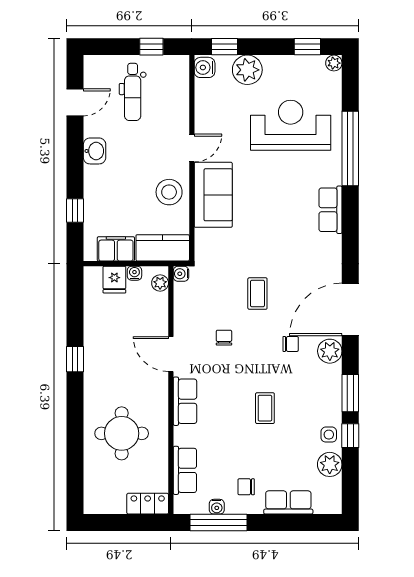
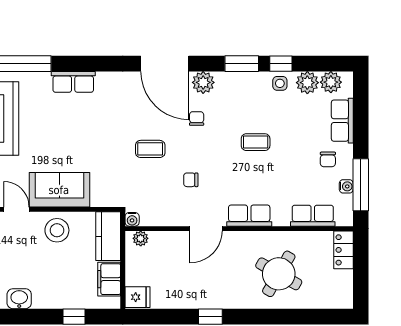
water cooler: (134, 273) -> (132, 262), removed
fridge: (114, 280) -> (137, 297), moved
round table: (122, 433) -> (279, 274), turned 30
plant: (330, 490) -> (331, 82), added

